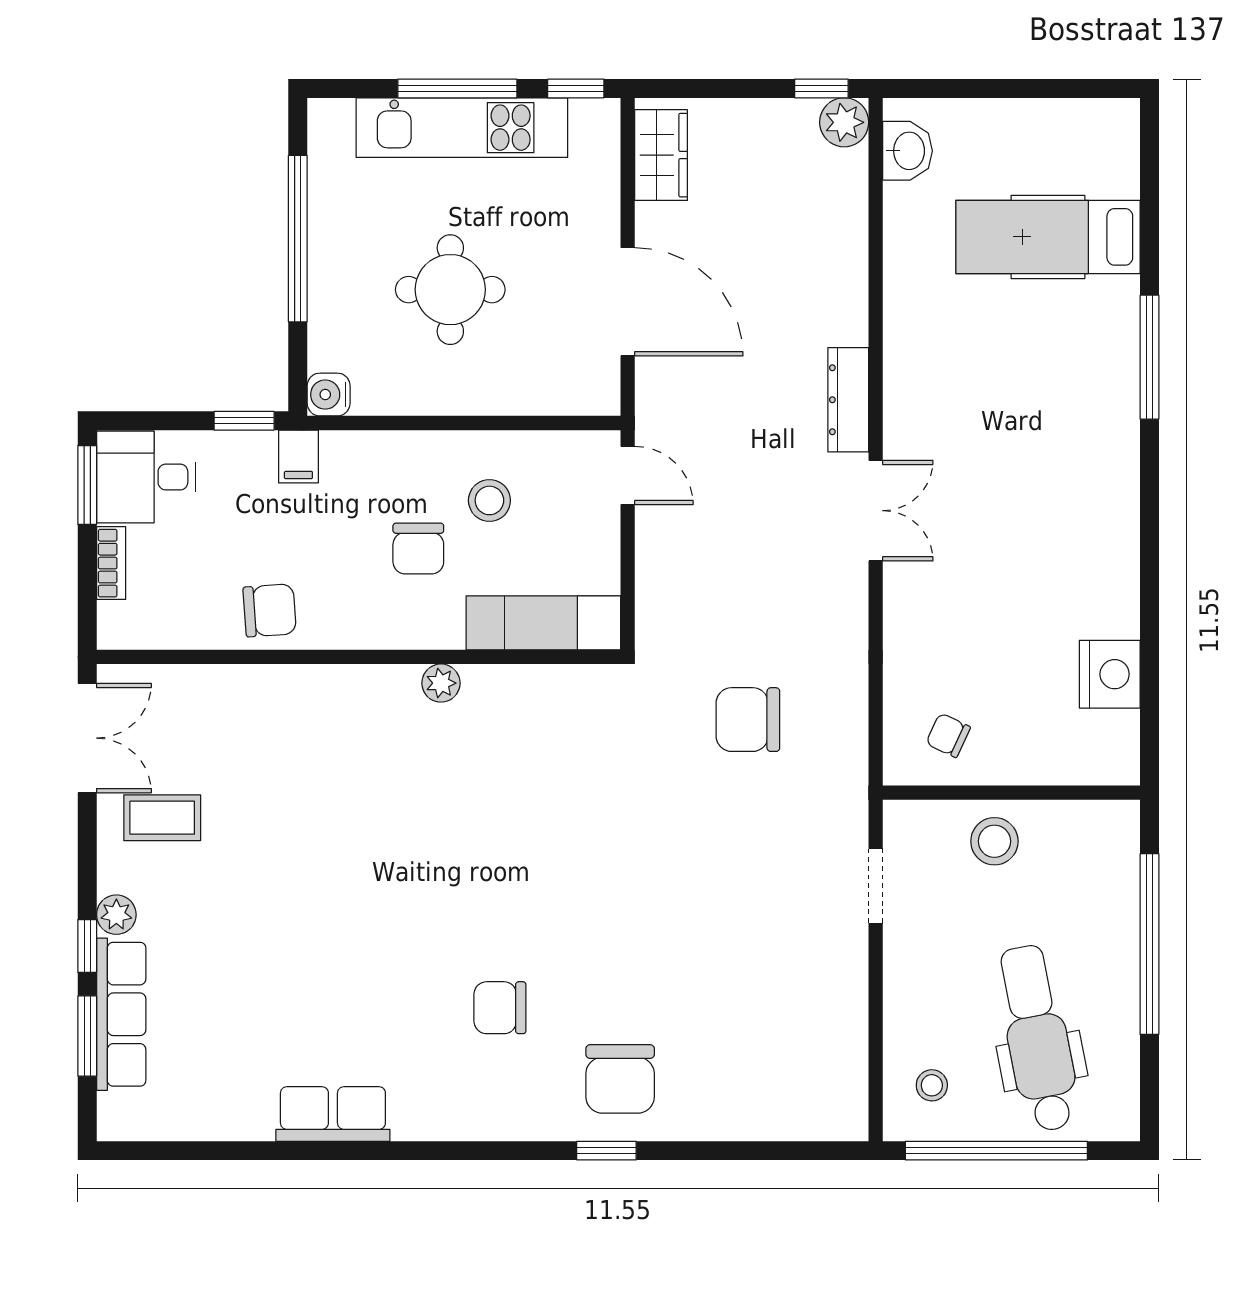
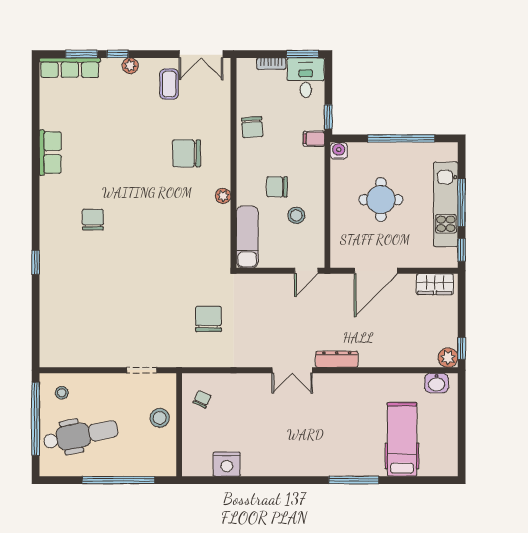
row of seats: (121, 1014) -> (70, 68), moved
chair: (620, 1079) -> (187, 153), moved

